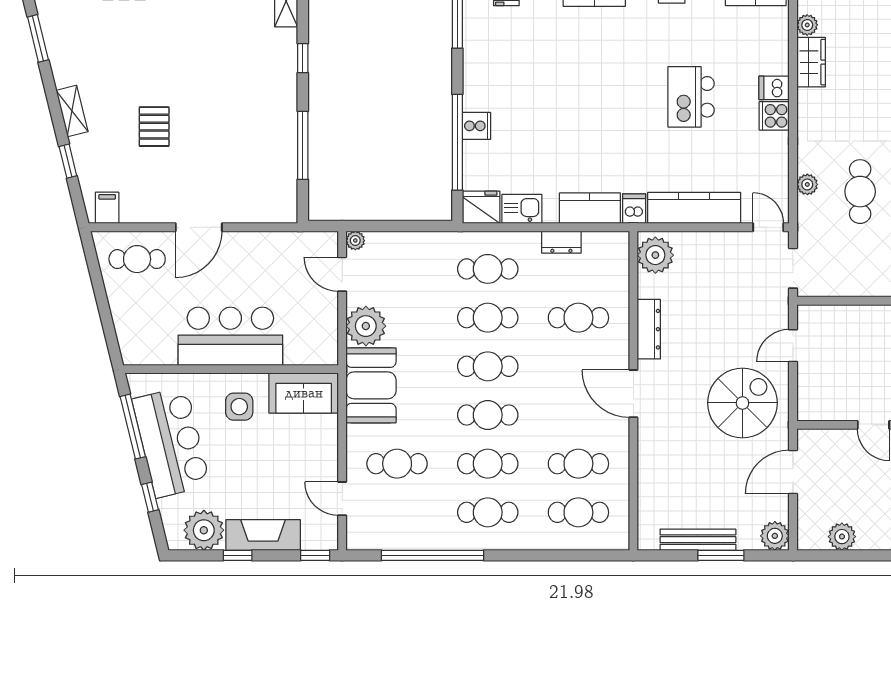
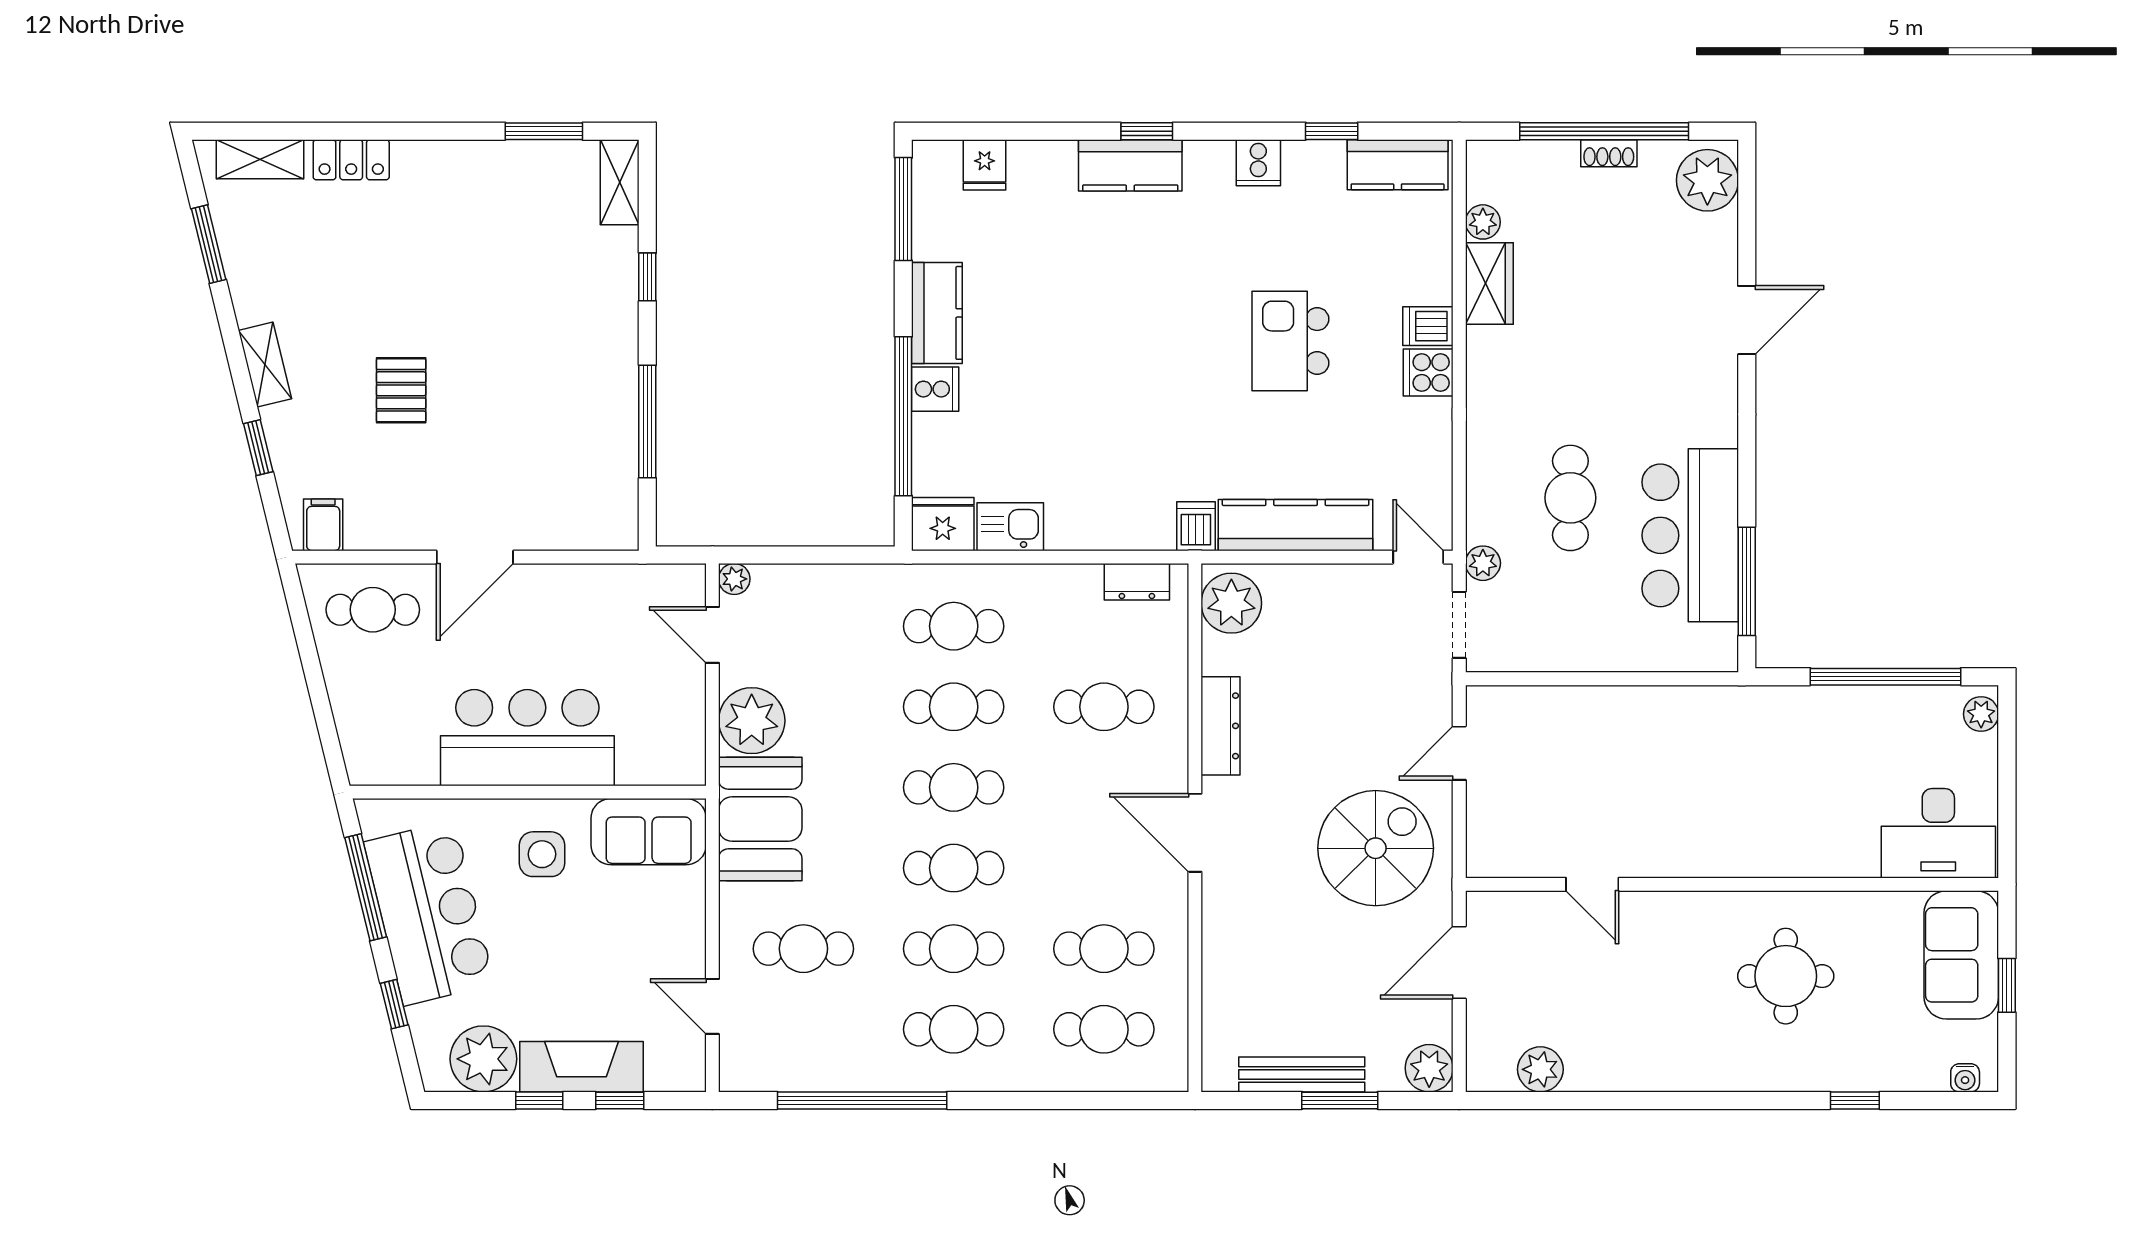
plant: (807, 184) -> (1483, 563), moved
kitchen counter: (590, 208) -> (937, 313), moved, turned 90
dresser: (561, 242) -> (1137, 582), moved
window: (315, 555) -> (620, 1100), moved

